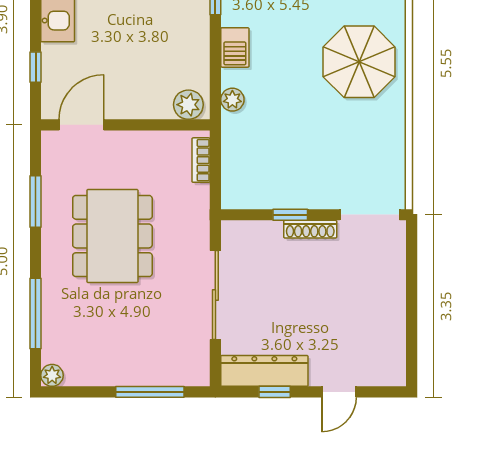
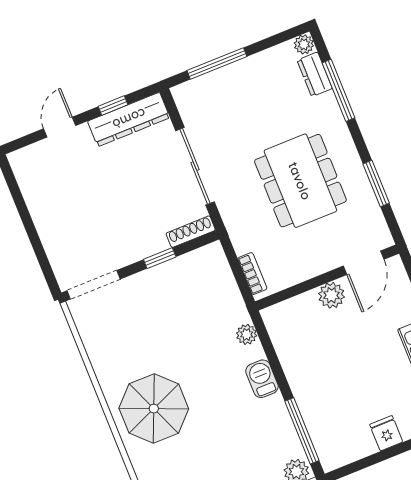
plant: (188, 105) -> (331, 295), moved
shoe rack: (310, 229) -> (191, 232), moved
dresser: (53, 340) -> (315, 74), added

